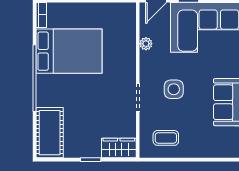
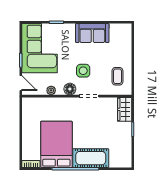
floor lamp: (148, 70) -> (70, 89), added
cot: (50, 133) -> (91, 158), moved

